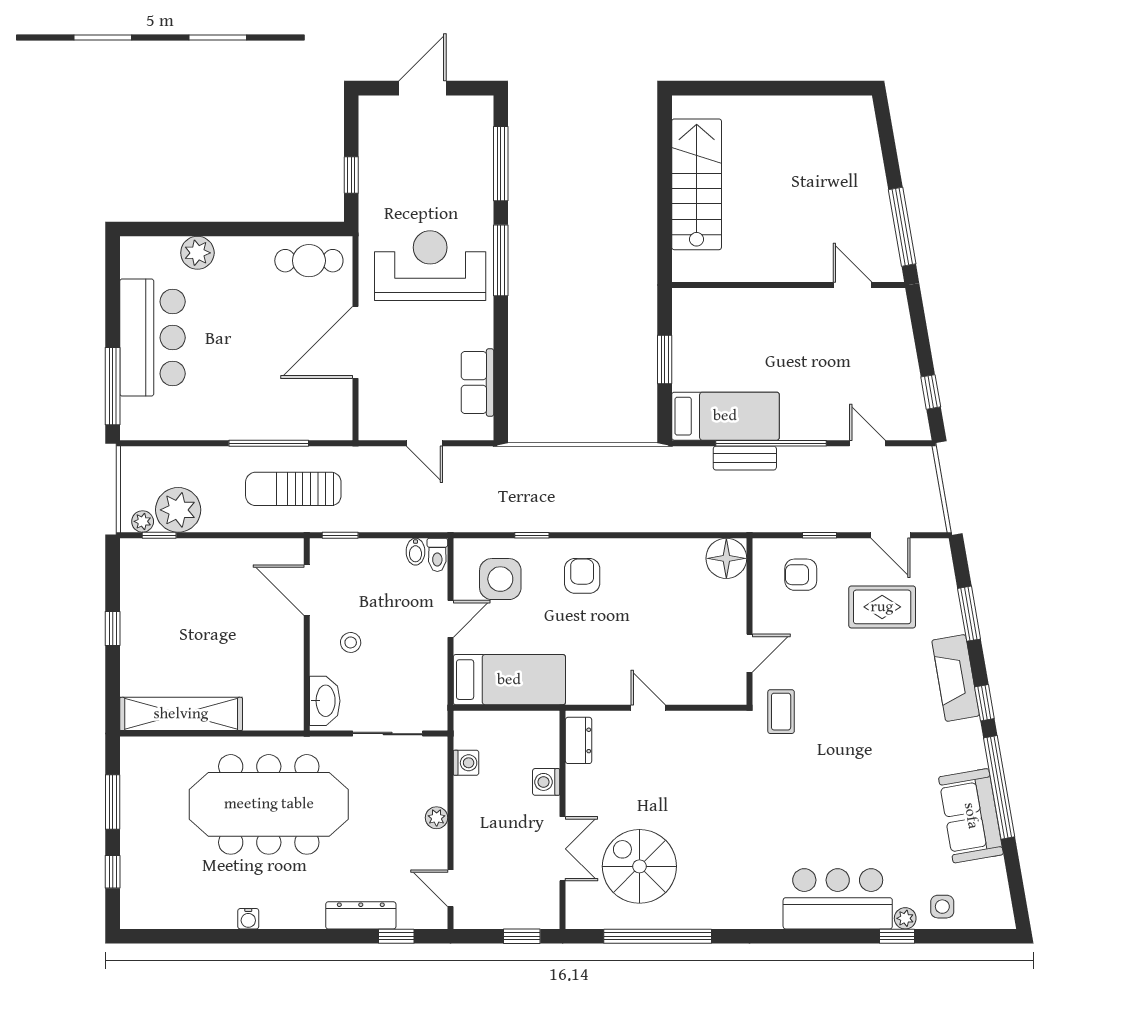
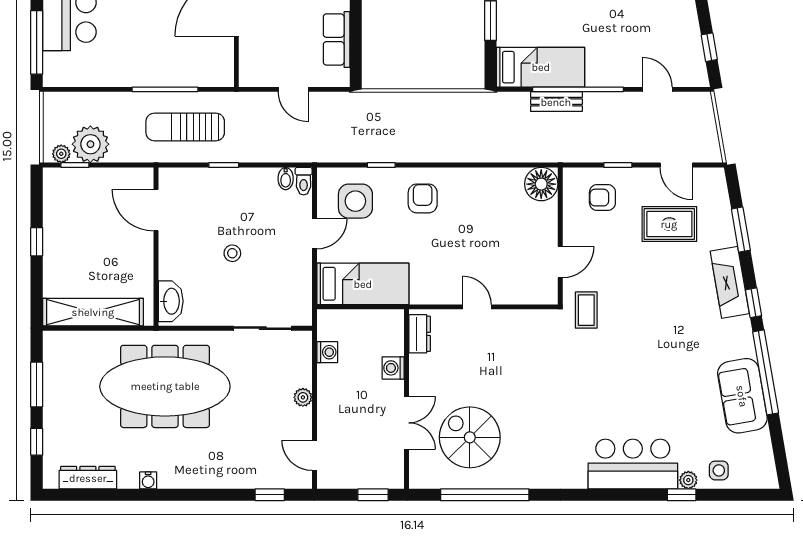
door: (307, 590) -> (156, 210), moved
wall: (307, 634) -> (156, 247), moved
washbasin: (325, 701) -> (171, 301), moved
dresser: (361, 915) -> (88, 478), moved

